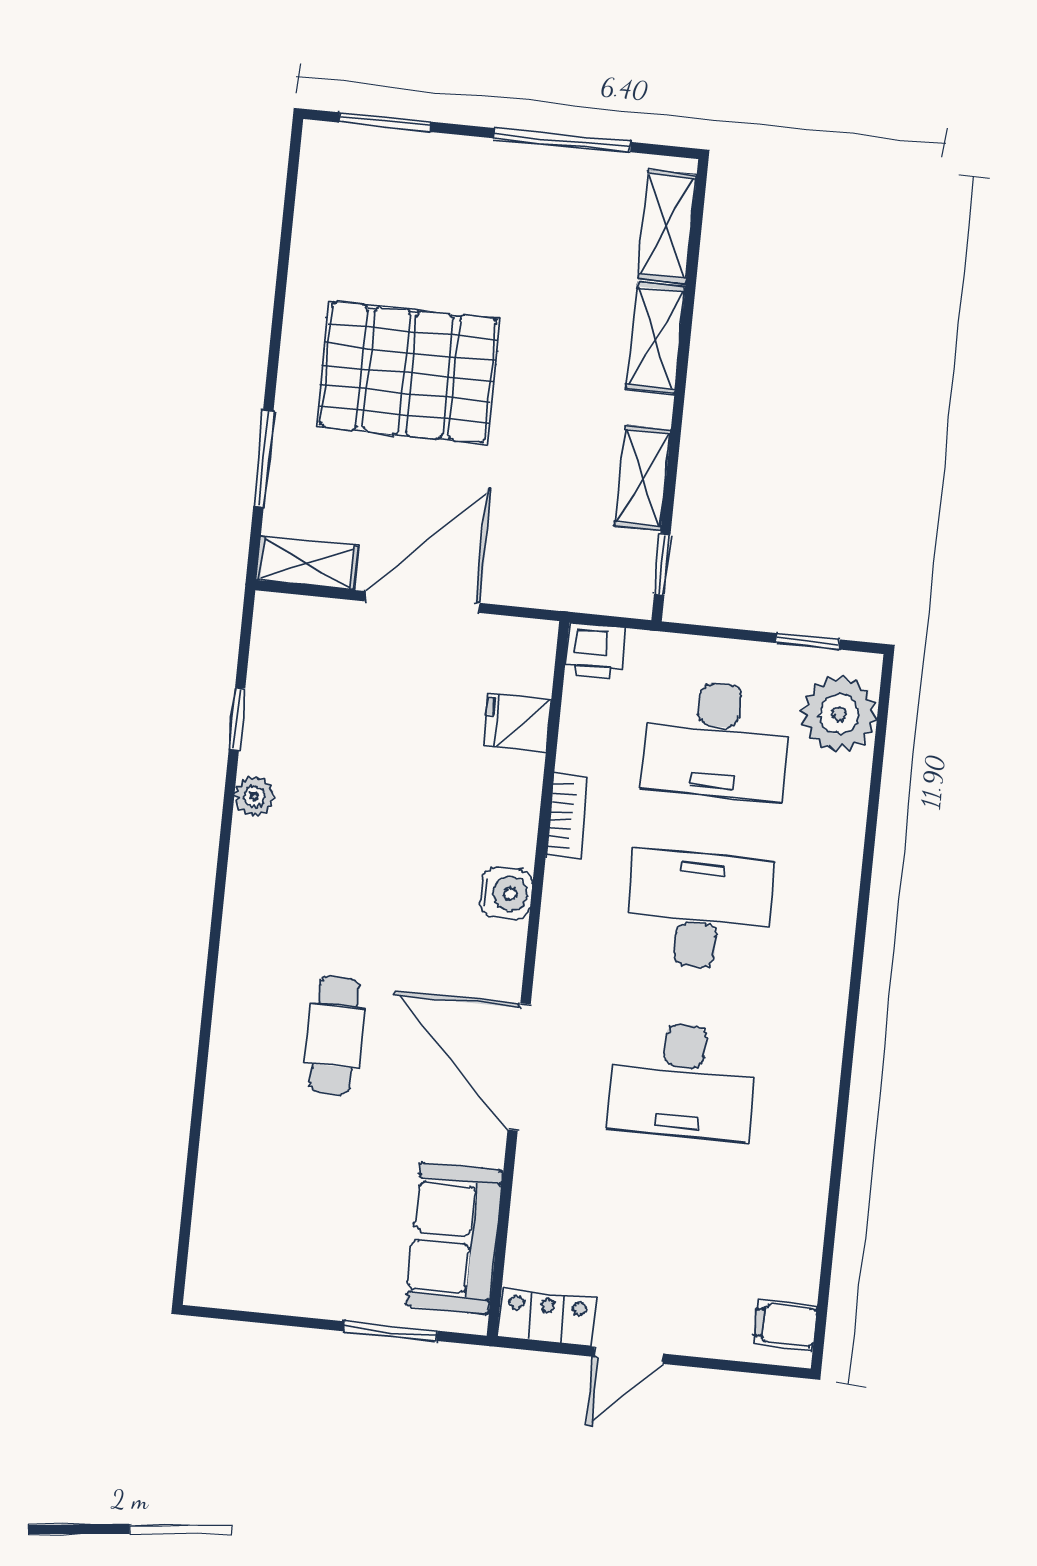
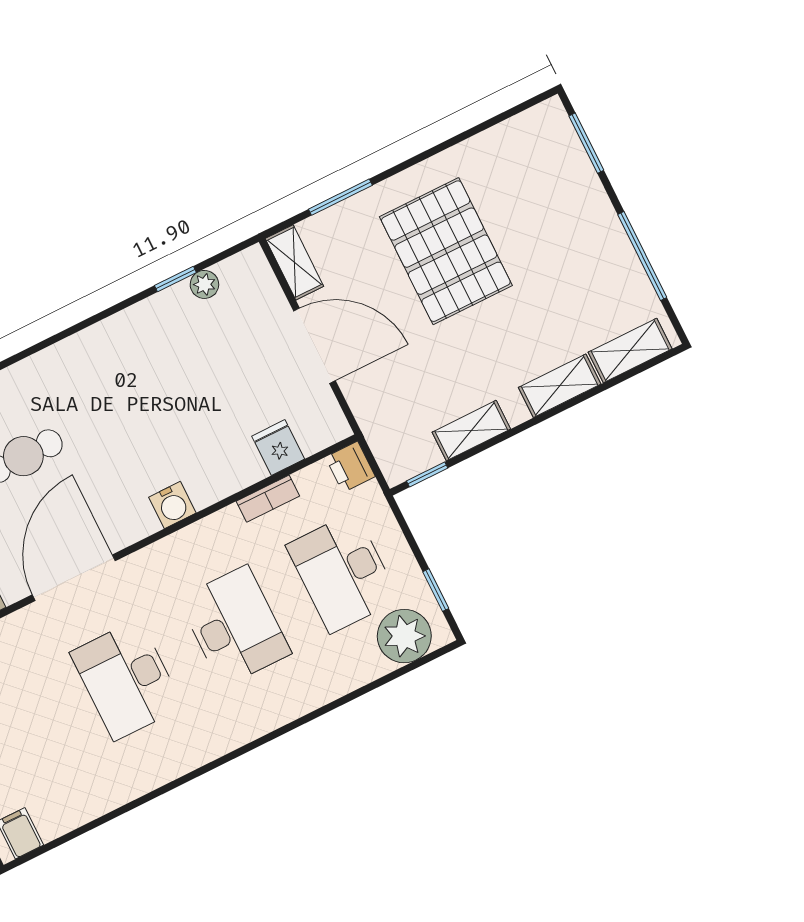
plant: (254, 797) -> (204, 284), moved
bookcase: (567, 816) -> (268, 499), moved

